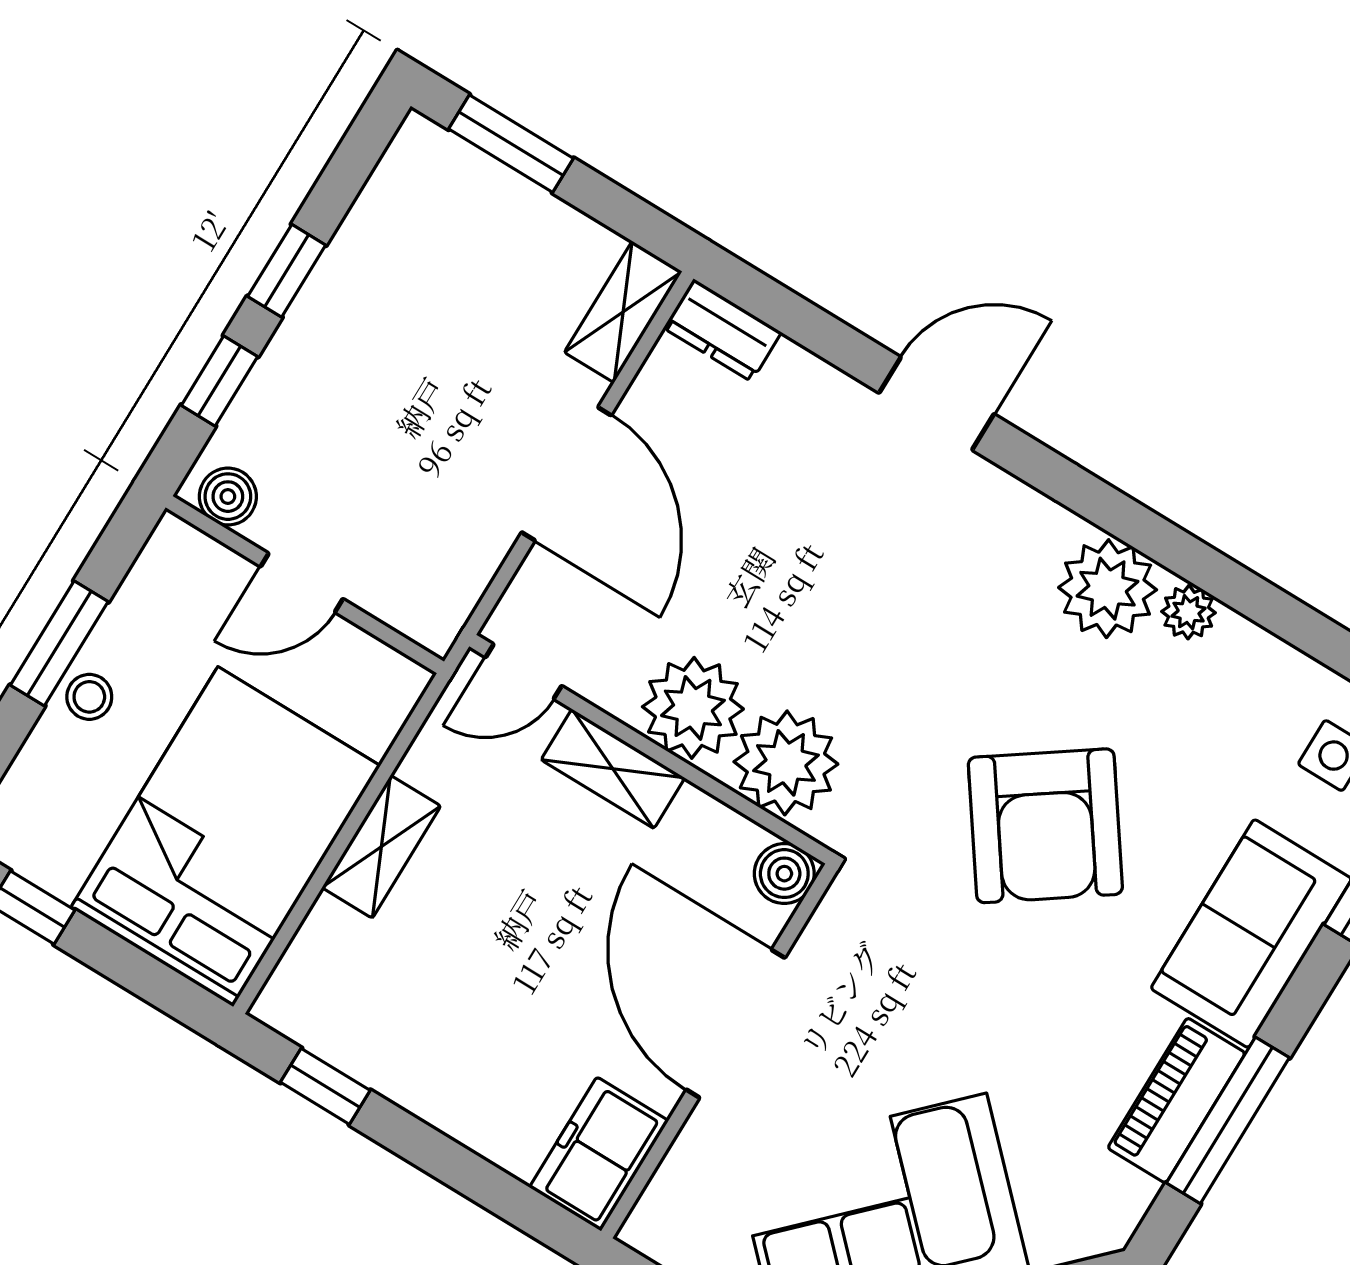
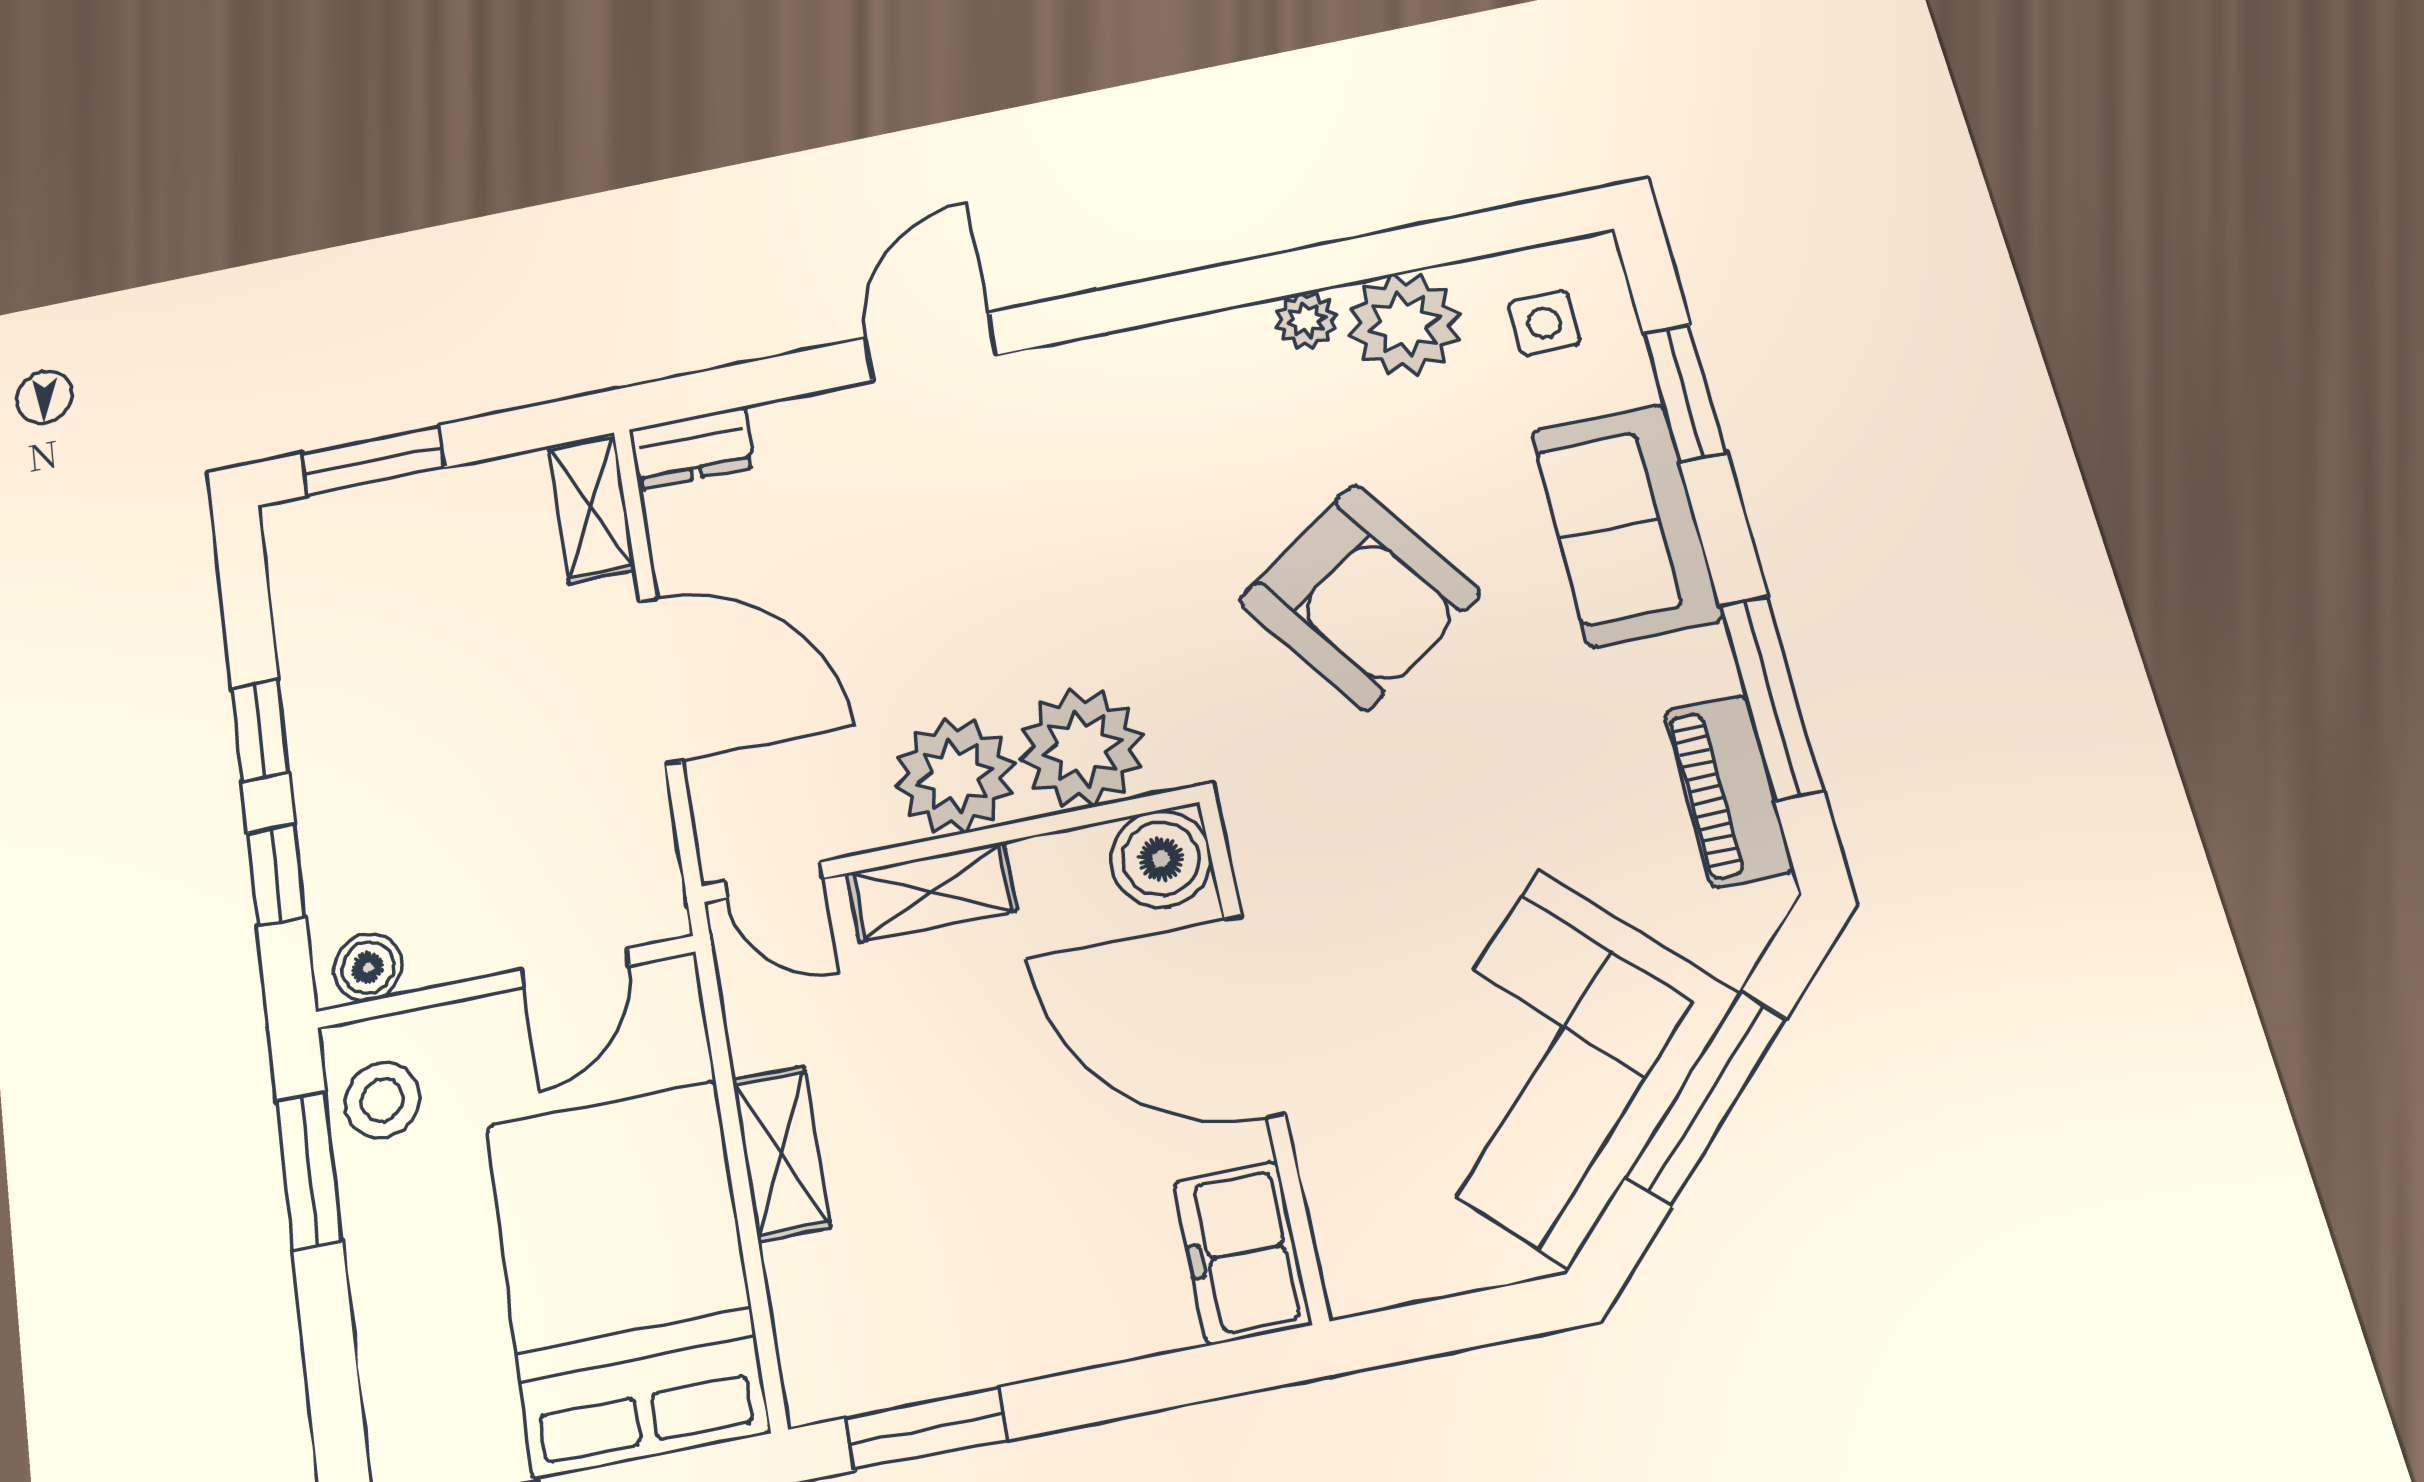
door: (302, 583) -> (575, 968), moved
plant: (1108, 589) -> (1404, 324), moved
window: (59, 643) -> (309, 1170), moved
door: (524, 672) -> (774, 880), hinge flipped
stool: (89, 697) -> (382, 1100), moved, width x1.37, depth x1.37
boiler: (784, 874) -> (1161, 859), width x1.36, depth x1.36
window: (325, 1086) -> (926, 1429), width x1.50
piano: (1177, 1100) -> (1729, 791), moved

